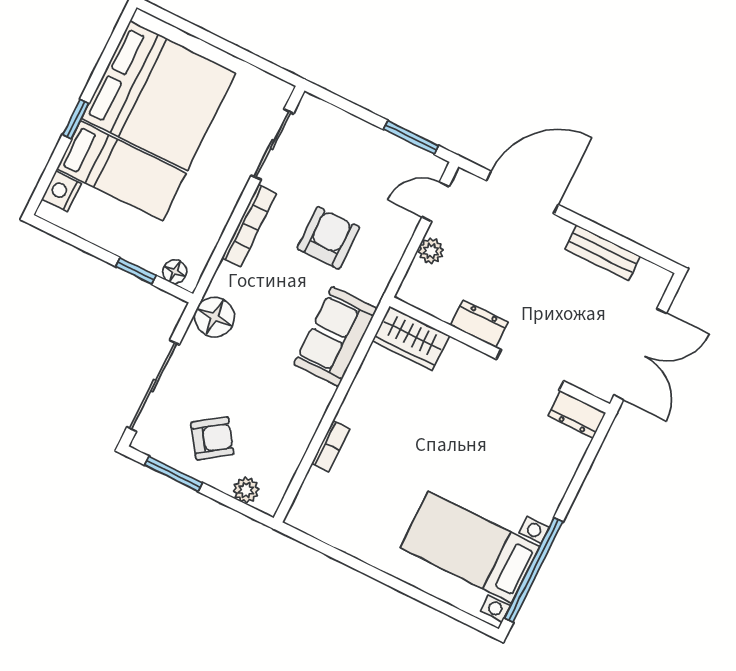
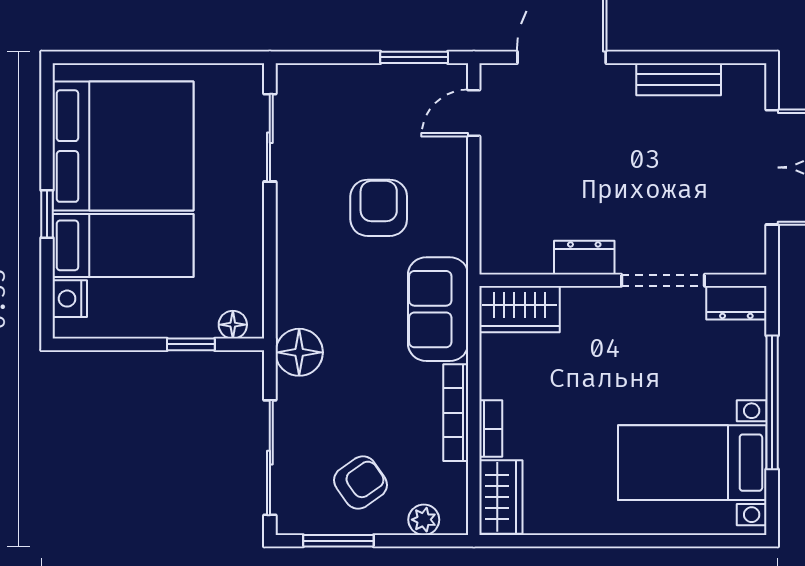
bookcase: (249, 226) -> (456, 413), moved, turned 180
plant: (431, 251) -> (495, 168), removed
dresser: (479, 324) -> (584, 258), moved
wardrobe: (411, 338) -> (520, 309), moved
wall: (500, 355) -> (623, 280), moved
doorway: (530, 370) -> (663, 280), moved
dresser: (577, 414) -> (736, 303), moved
wardrobe: (313, 502) -> (501, 497), added
window: (534, 570) -> (772, 402), moved

